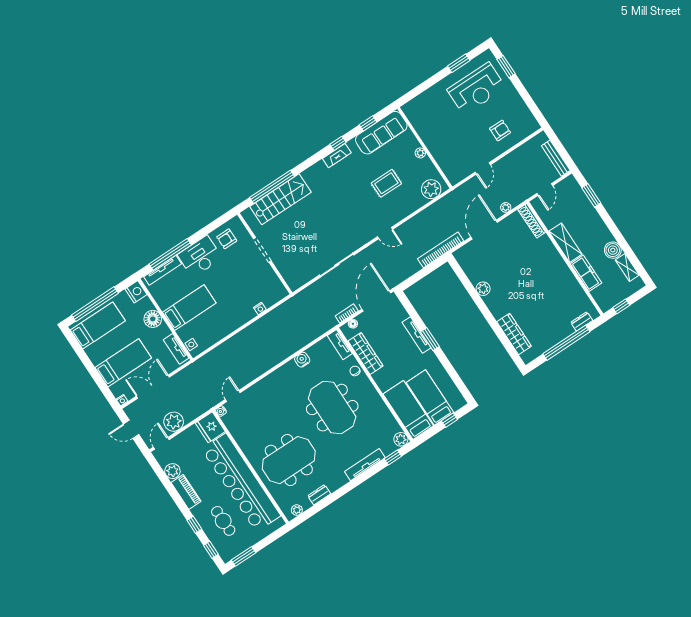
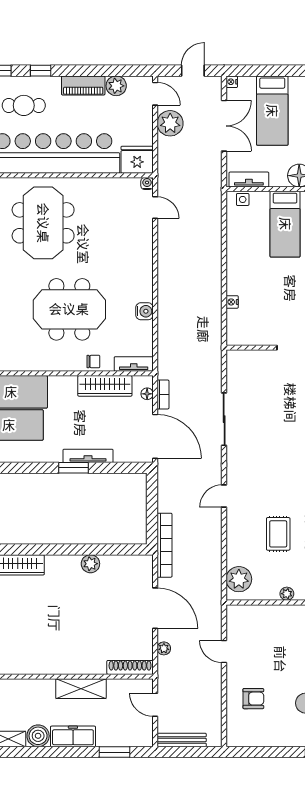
armchair: (500, 130) -> (253, 699), turned -90
freezer: (586, 273) -> (73, 736), moved, turned 180

